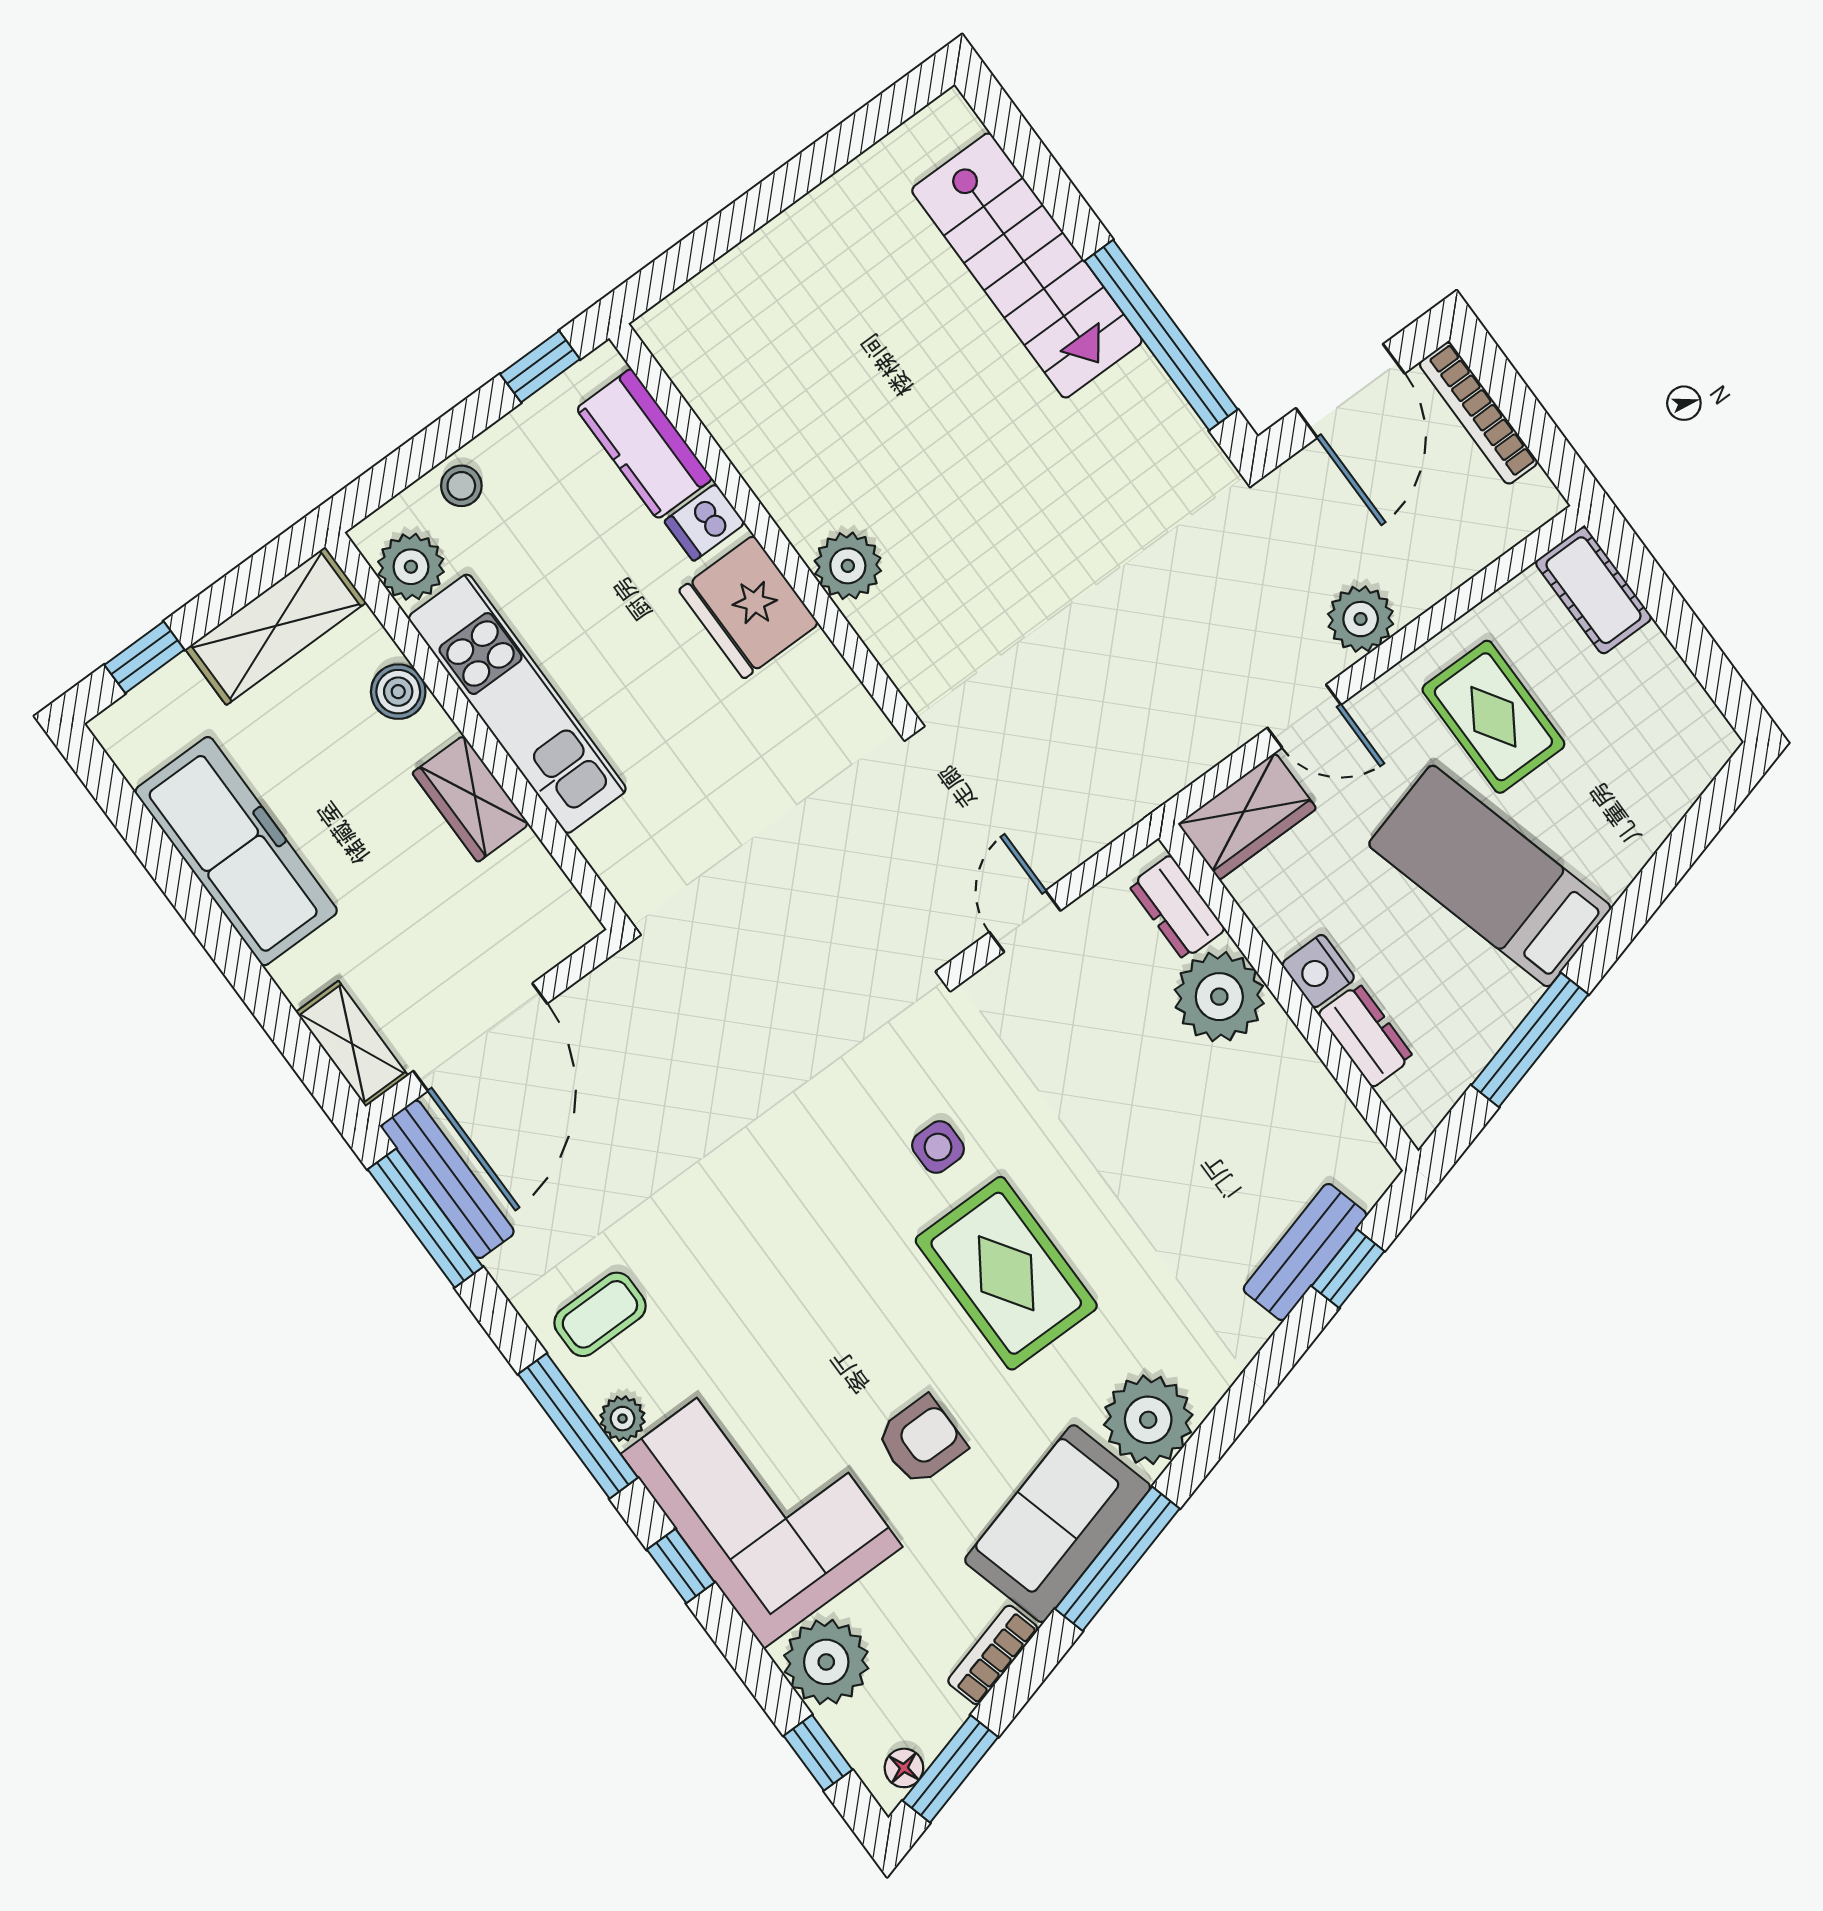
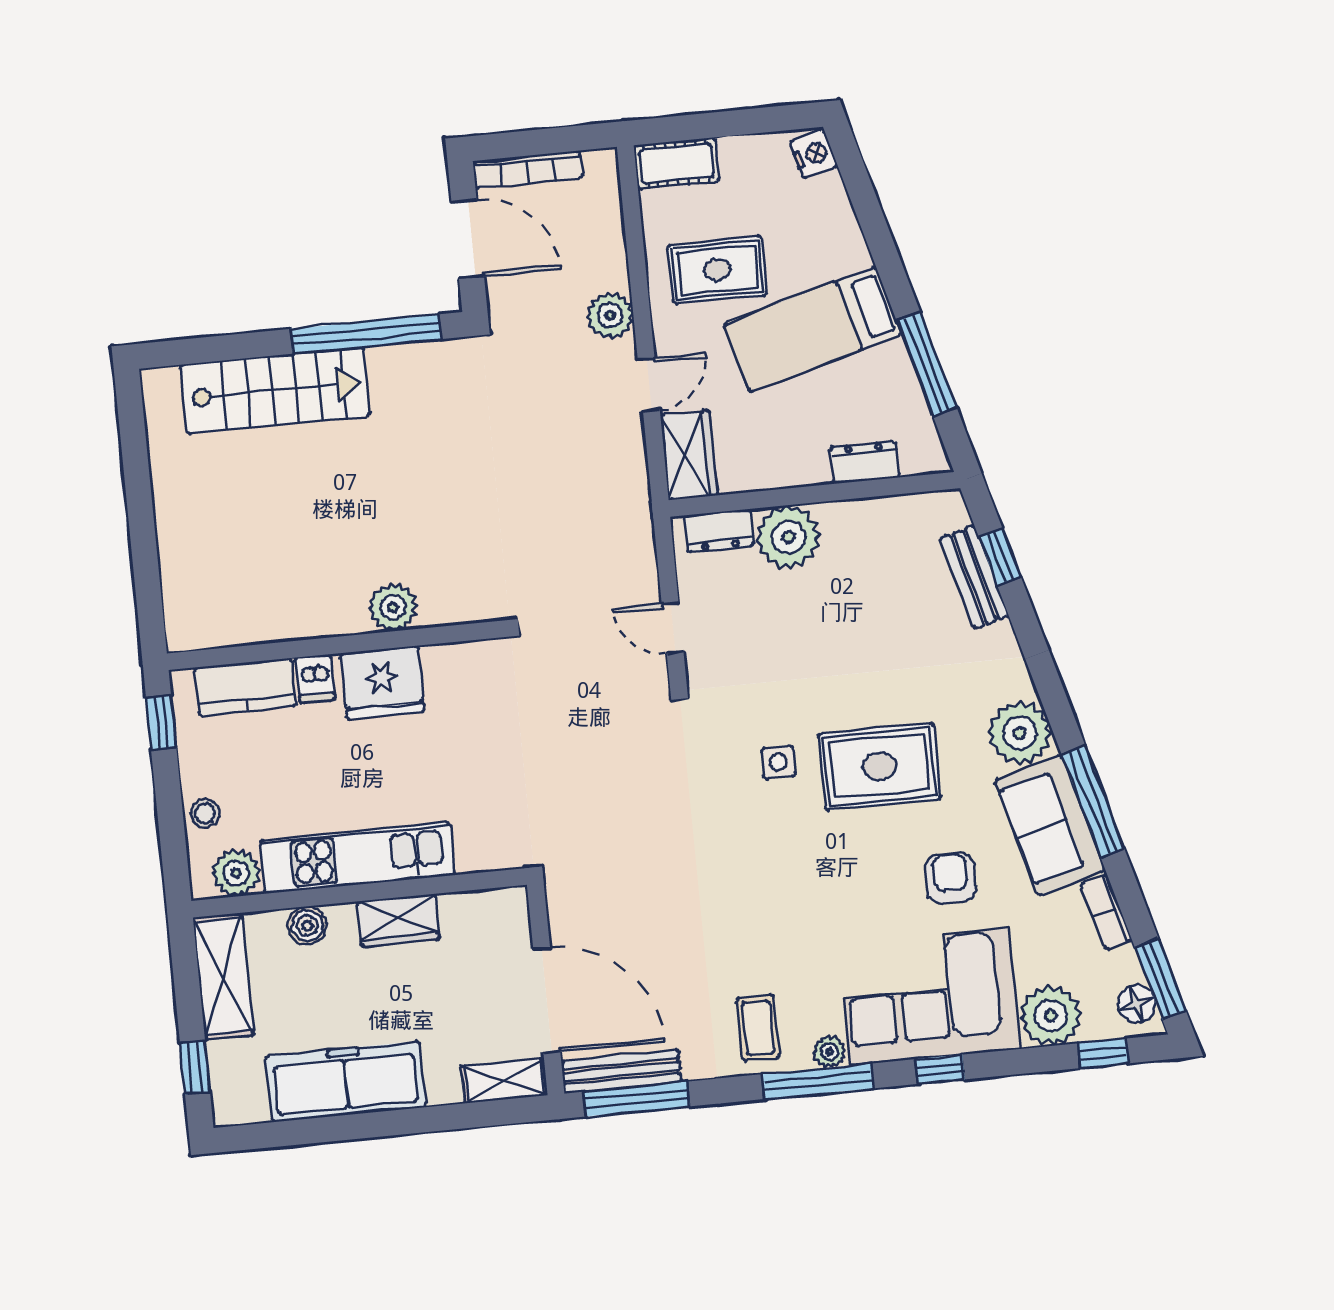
nightstand: (1318, 971) -> (814, 154), moved, turned -105
floor lamp: (904, 1768) -> (1137, 1004), width x1.37, depth x1.37

